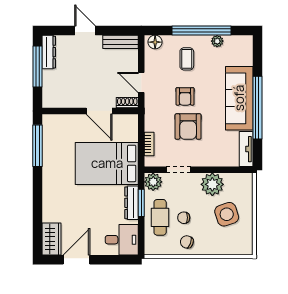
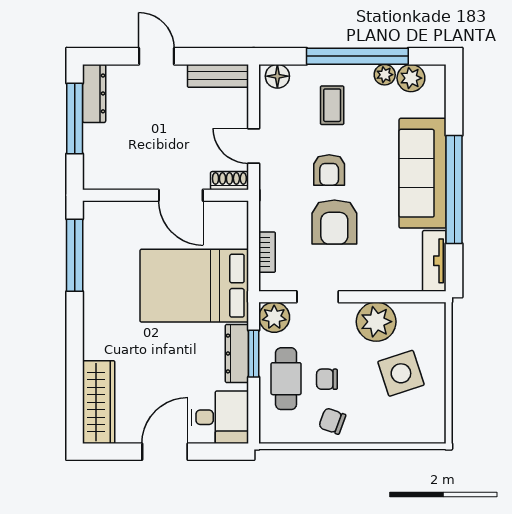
plant: (232, 43) -> (411, 78), added
wardrobe: (51, 239) -> (99, 402), width x1.50
door: (77, 260) -> (165, 452), moved

